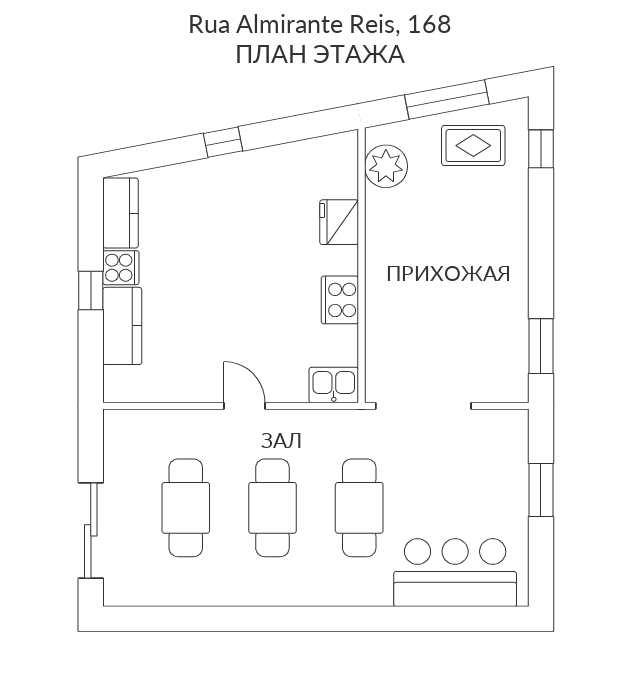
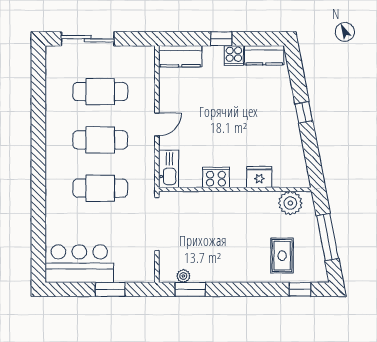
rug: (473, 146) -> (282, 256), moved
kitchen counter: (122, 326) -> (180, 56), moved
plant: (517, 359) -> (183, 276), added
kitchen sink: (334, 385) -> (169, 169), width x1.38
bar counter: (455, 573) -> (79, 264), moved, turned -90

